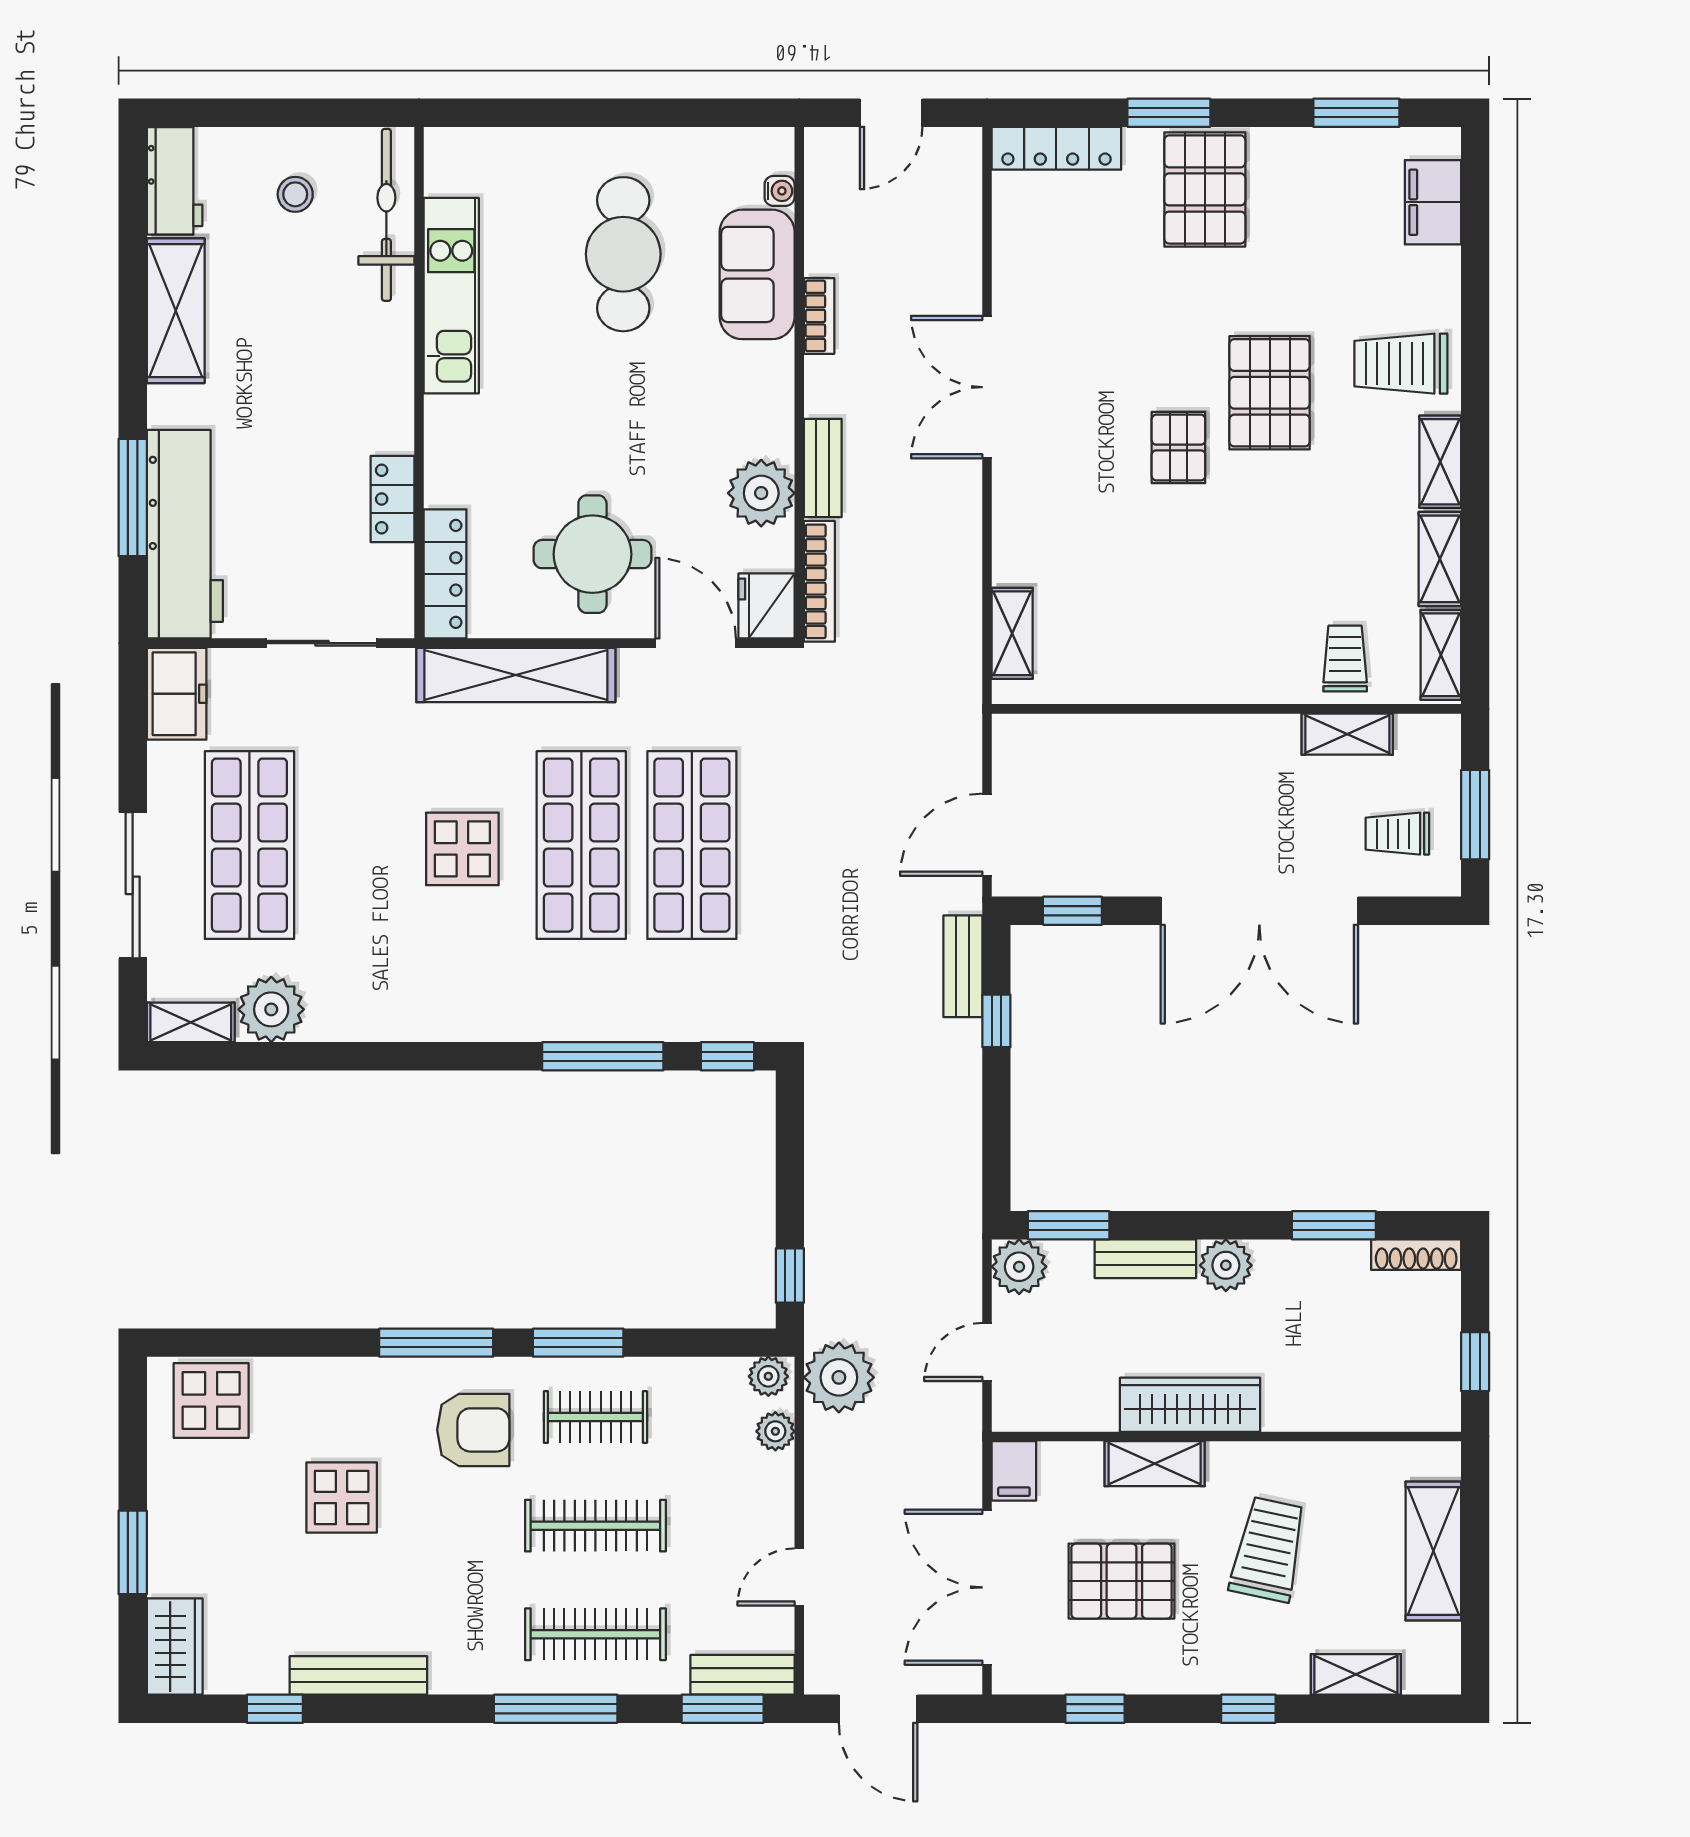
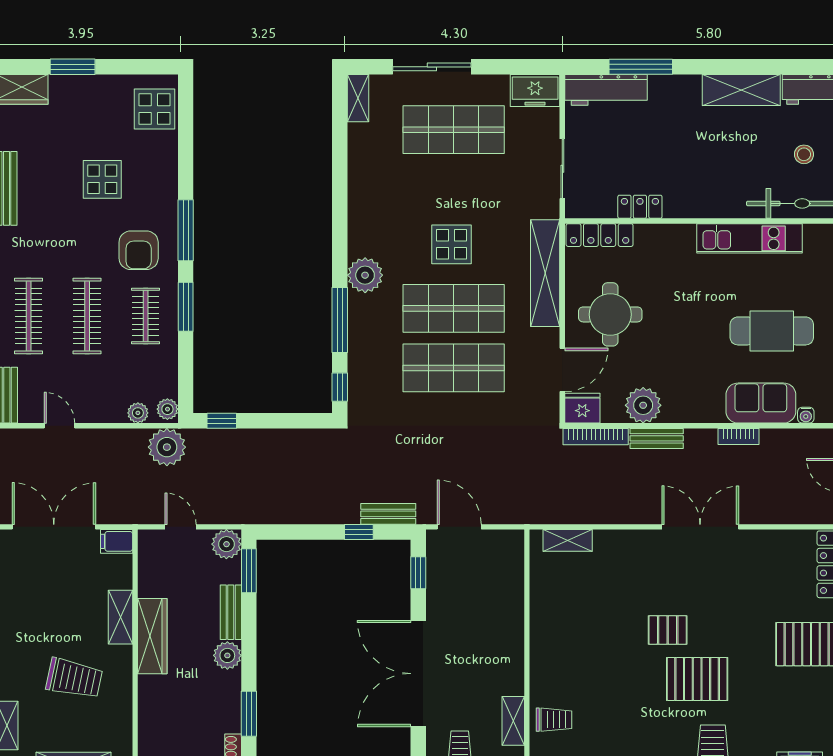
workbench: (185, 534) -> (606, 90), width x0.73, depth x0.76
plant: (271, 1009) -> (365, 275), moved
pallet: (1122, 1581) -> (57, 599), removed

